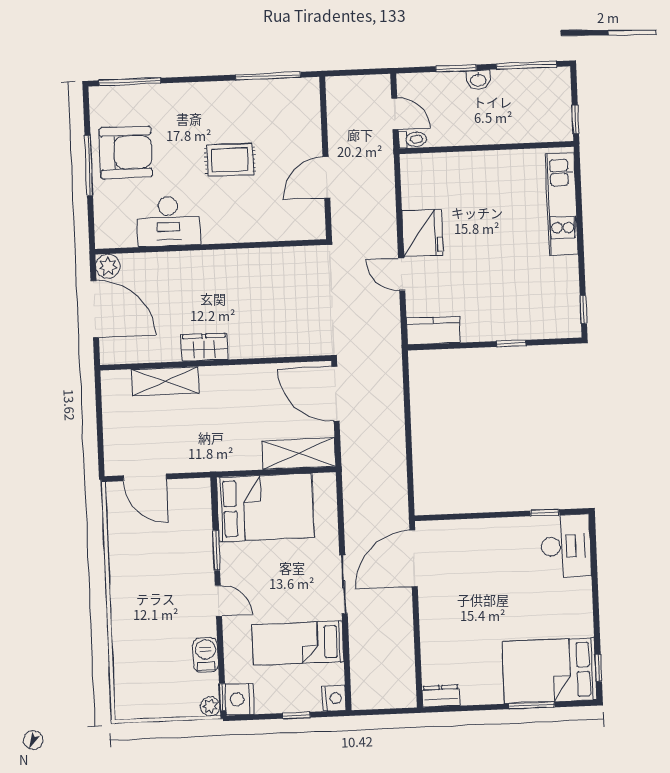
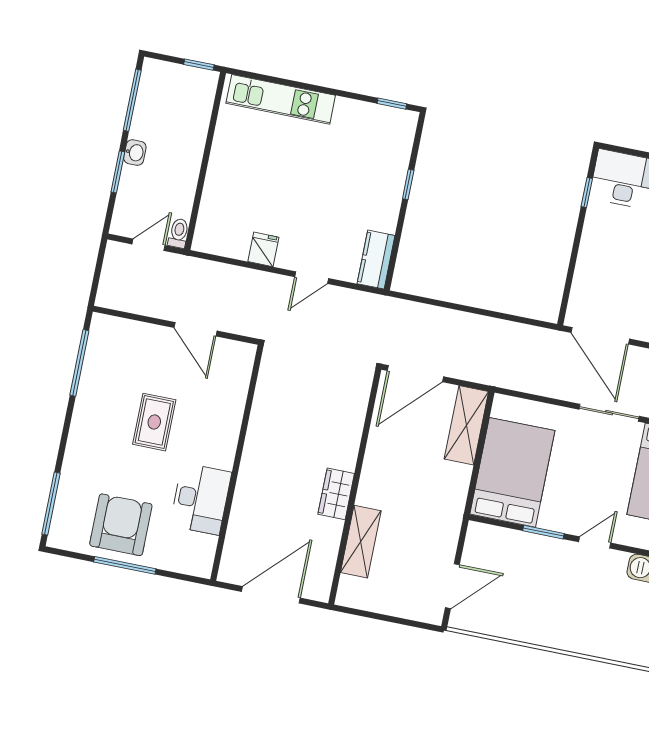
fridge: (422, 233) -> (263, 249), width x0.53, depth x0.75
plant: (108, 266) -> (231, 571), removed

